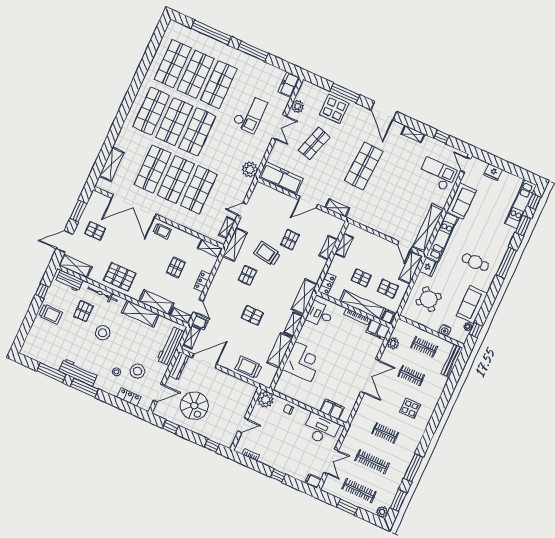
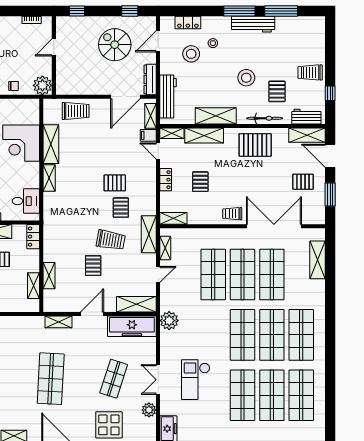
door: (65, 241) -> (330, 156), swing flipped
shelving: (304, 297) -> (136, 304), moved, turned 90
pallet: (252, 315) -> (115, 183), moved

